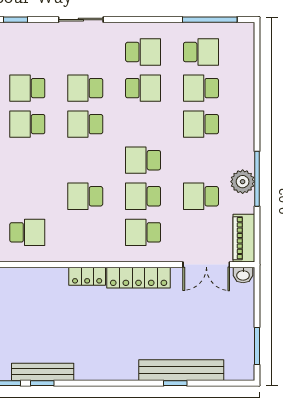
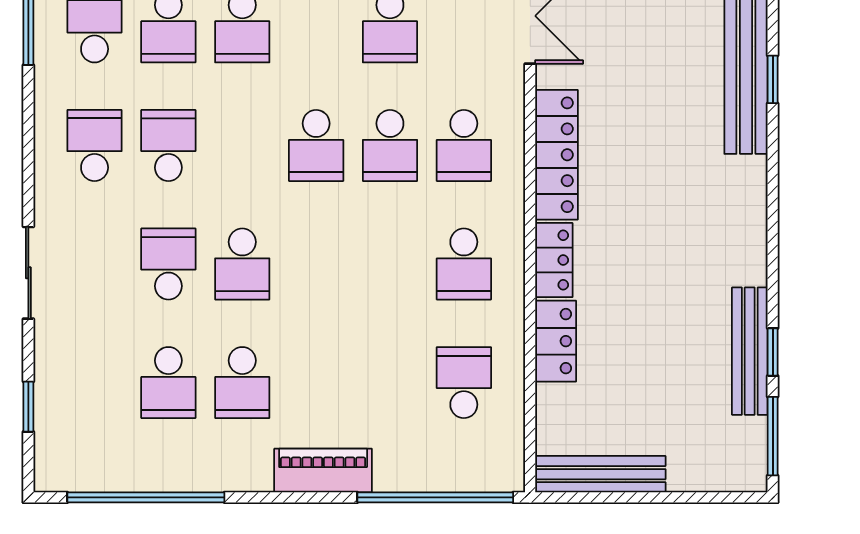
school desk: (85, 88) -> (168, 264), turned 180
school desk: (85, 196) -> (464, 264), moved
locker: (48, 277) -> (556, 341), added

